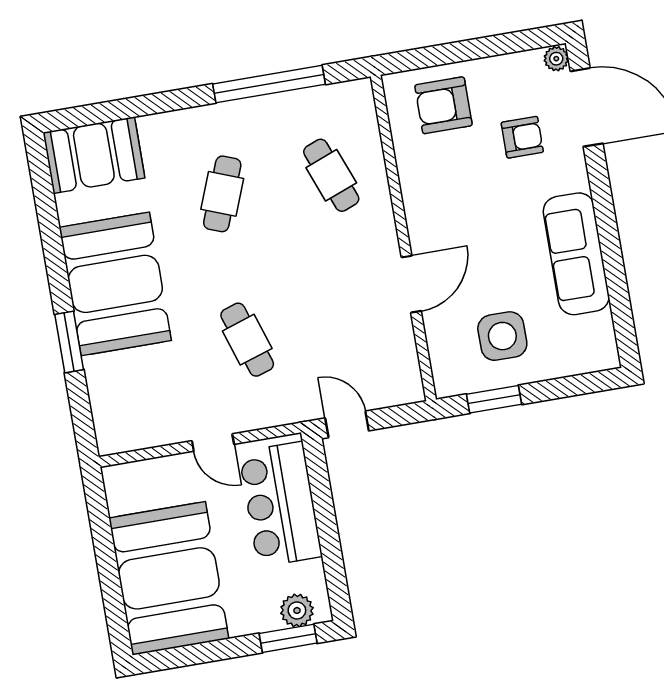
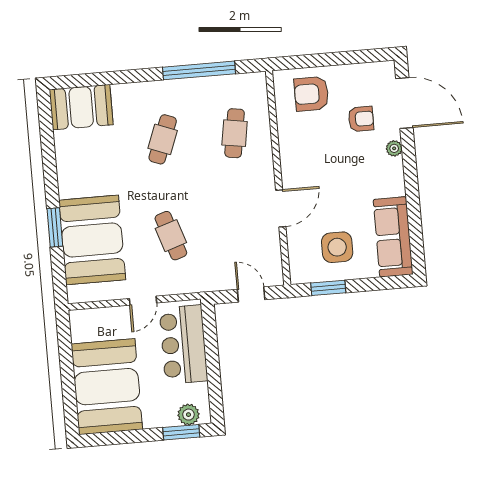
plant: (556, 59) -> (394, 148), moved
cafe table: (331, 175) -> (235, 133), turned 30
sofa: (576, 254) -> (393, 237), moved
booth: (115, 284) -> (92, 240), moved
door: (347, 424) -> (251, 294), moved
door: (213, 443) -> (143, 301), hinge flipped

